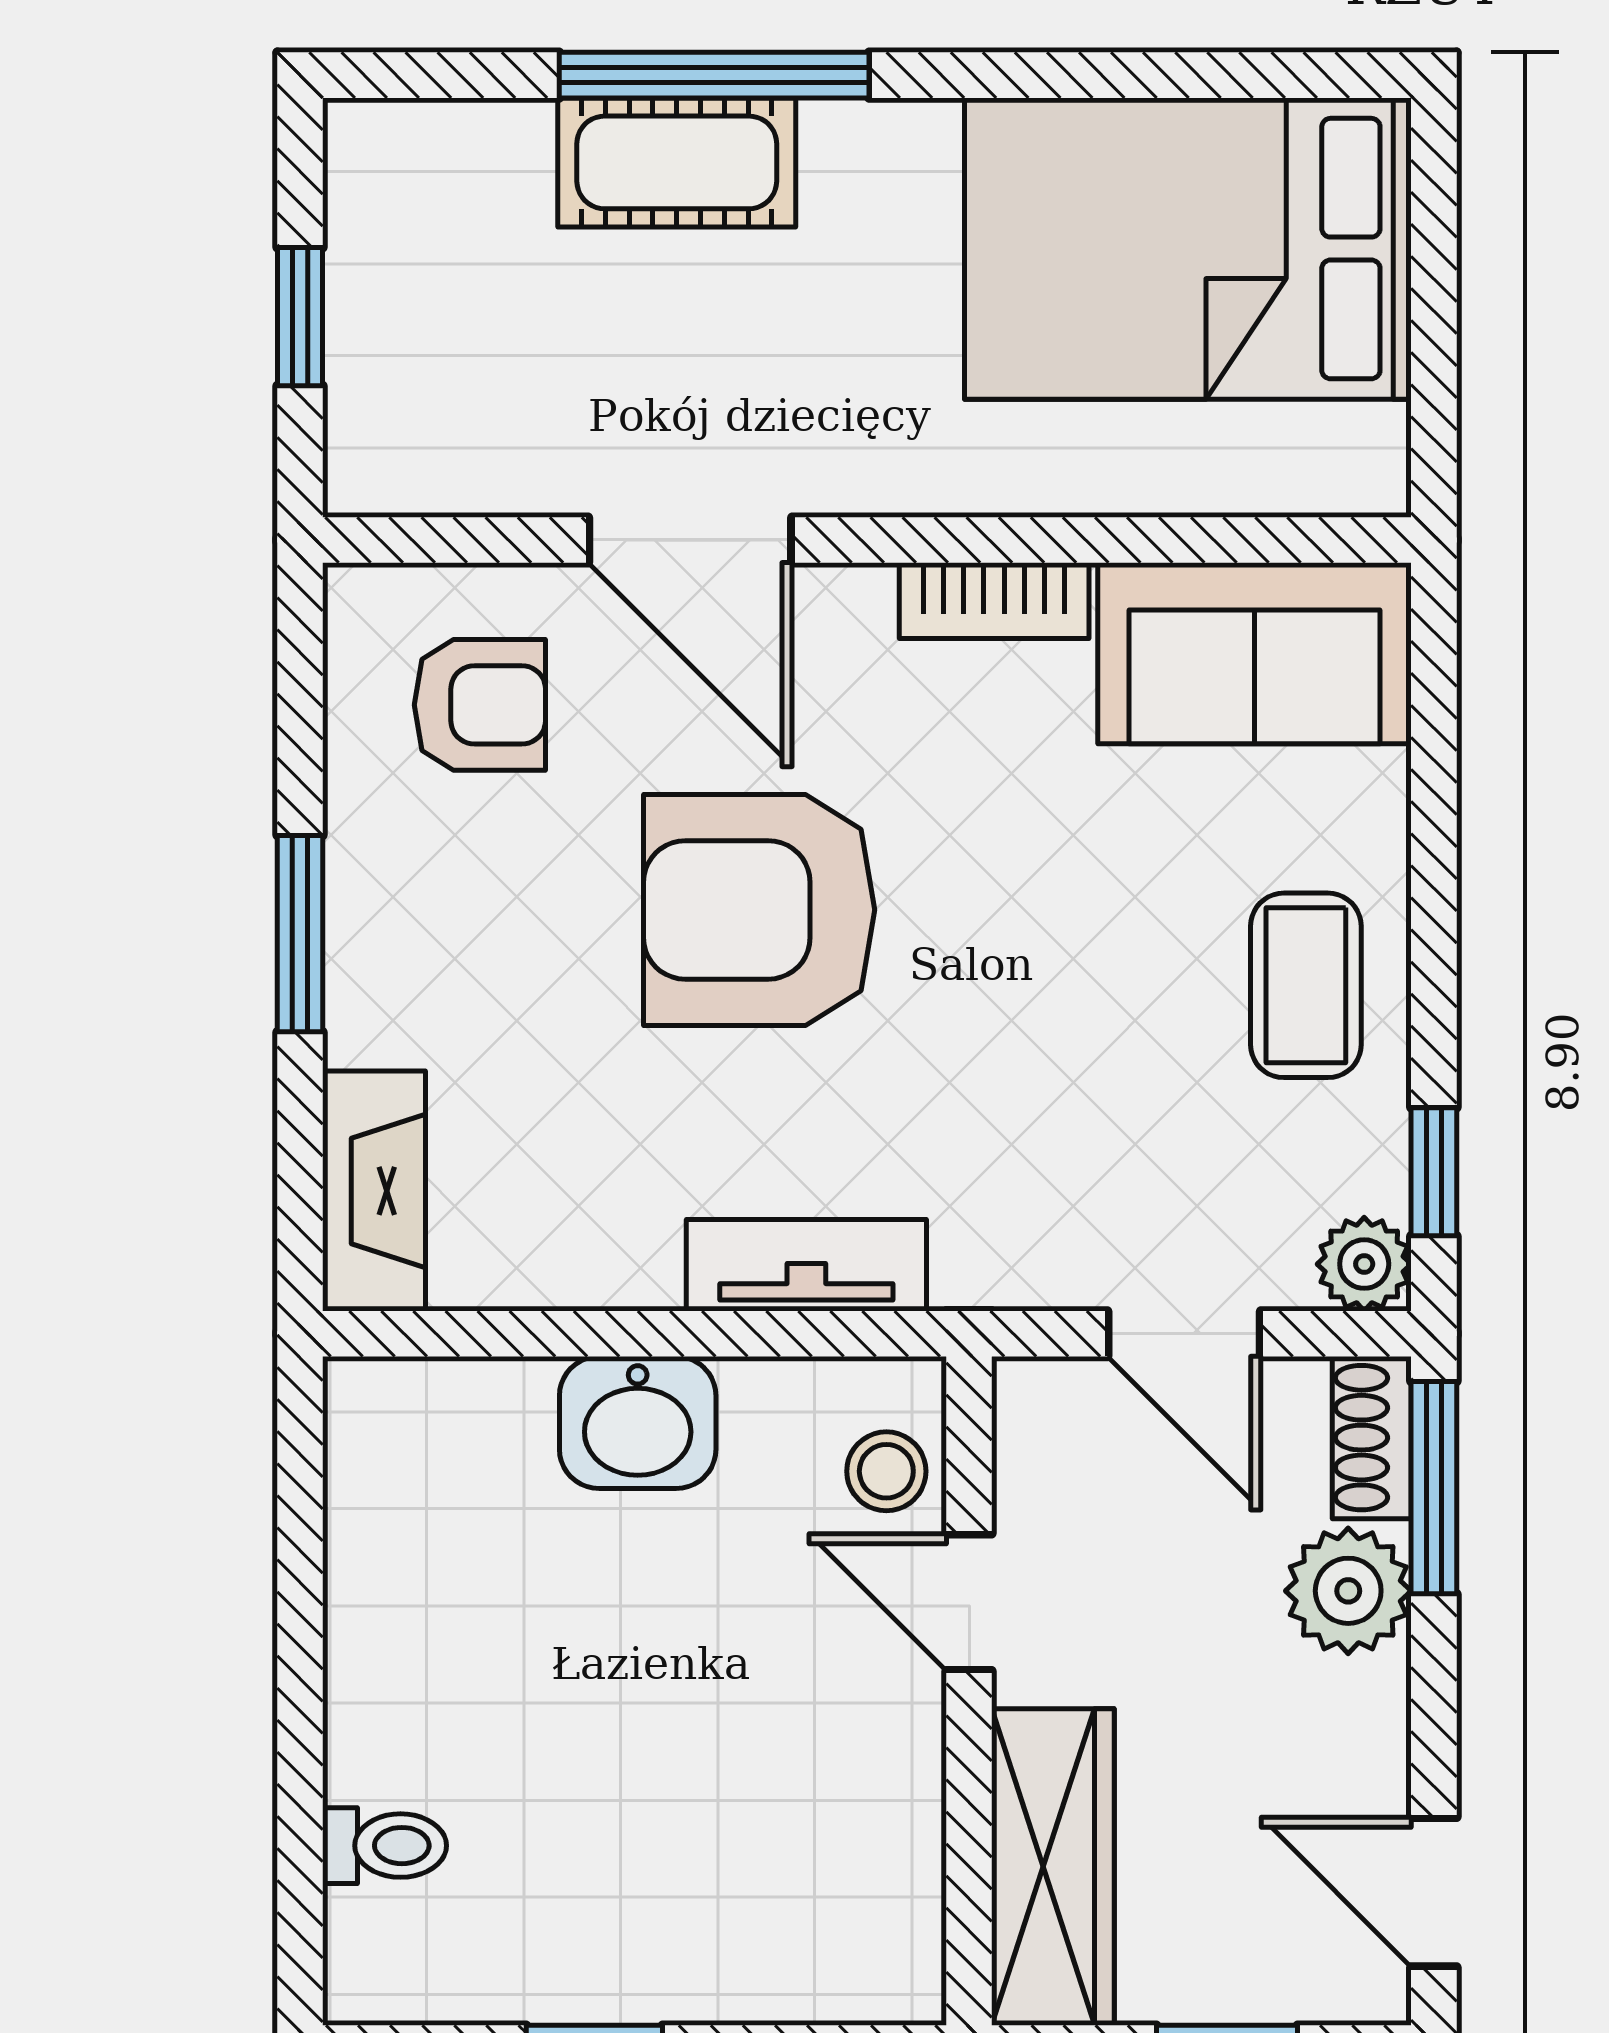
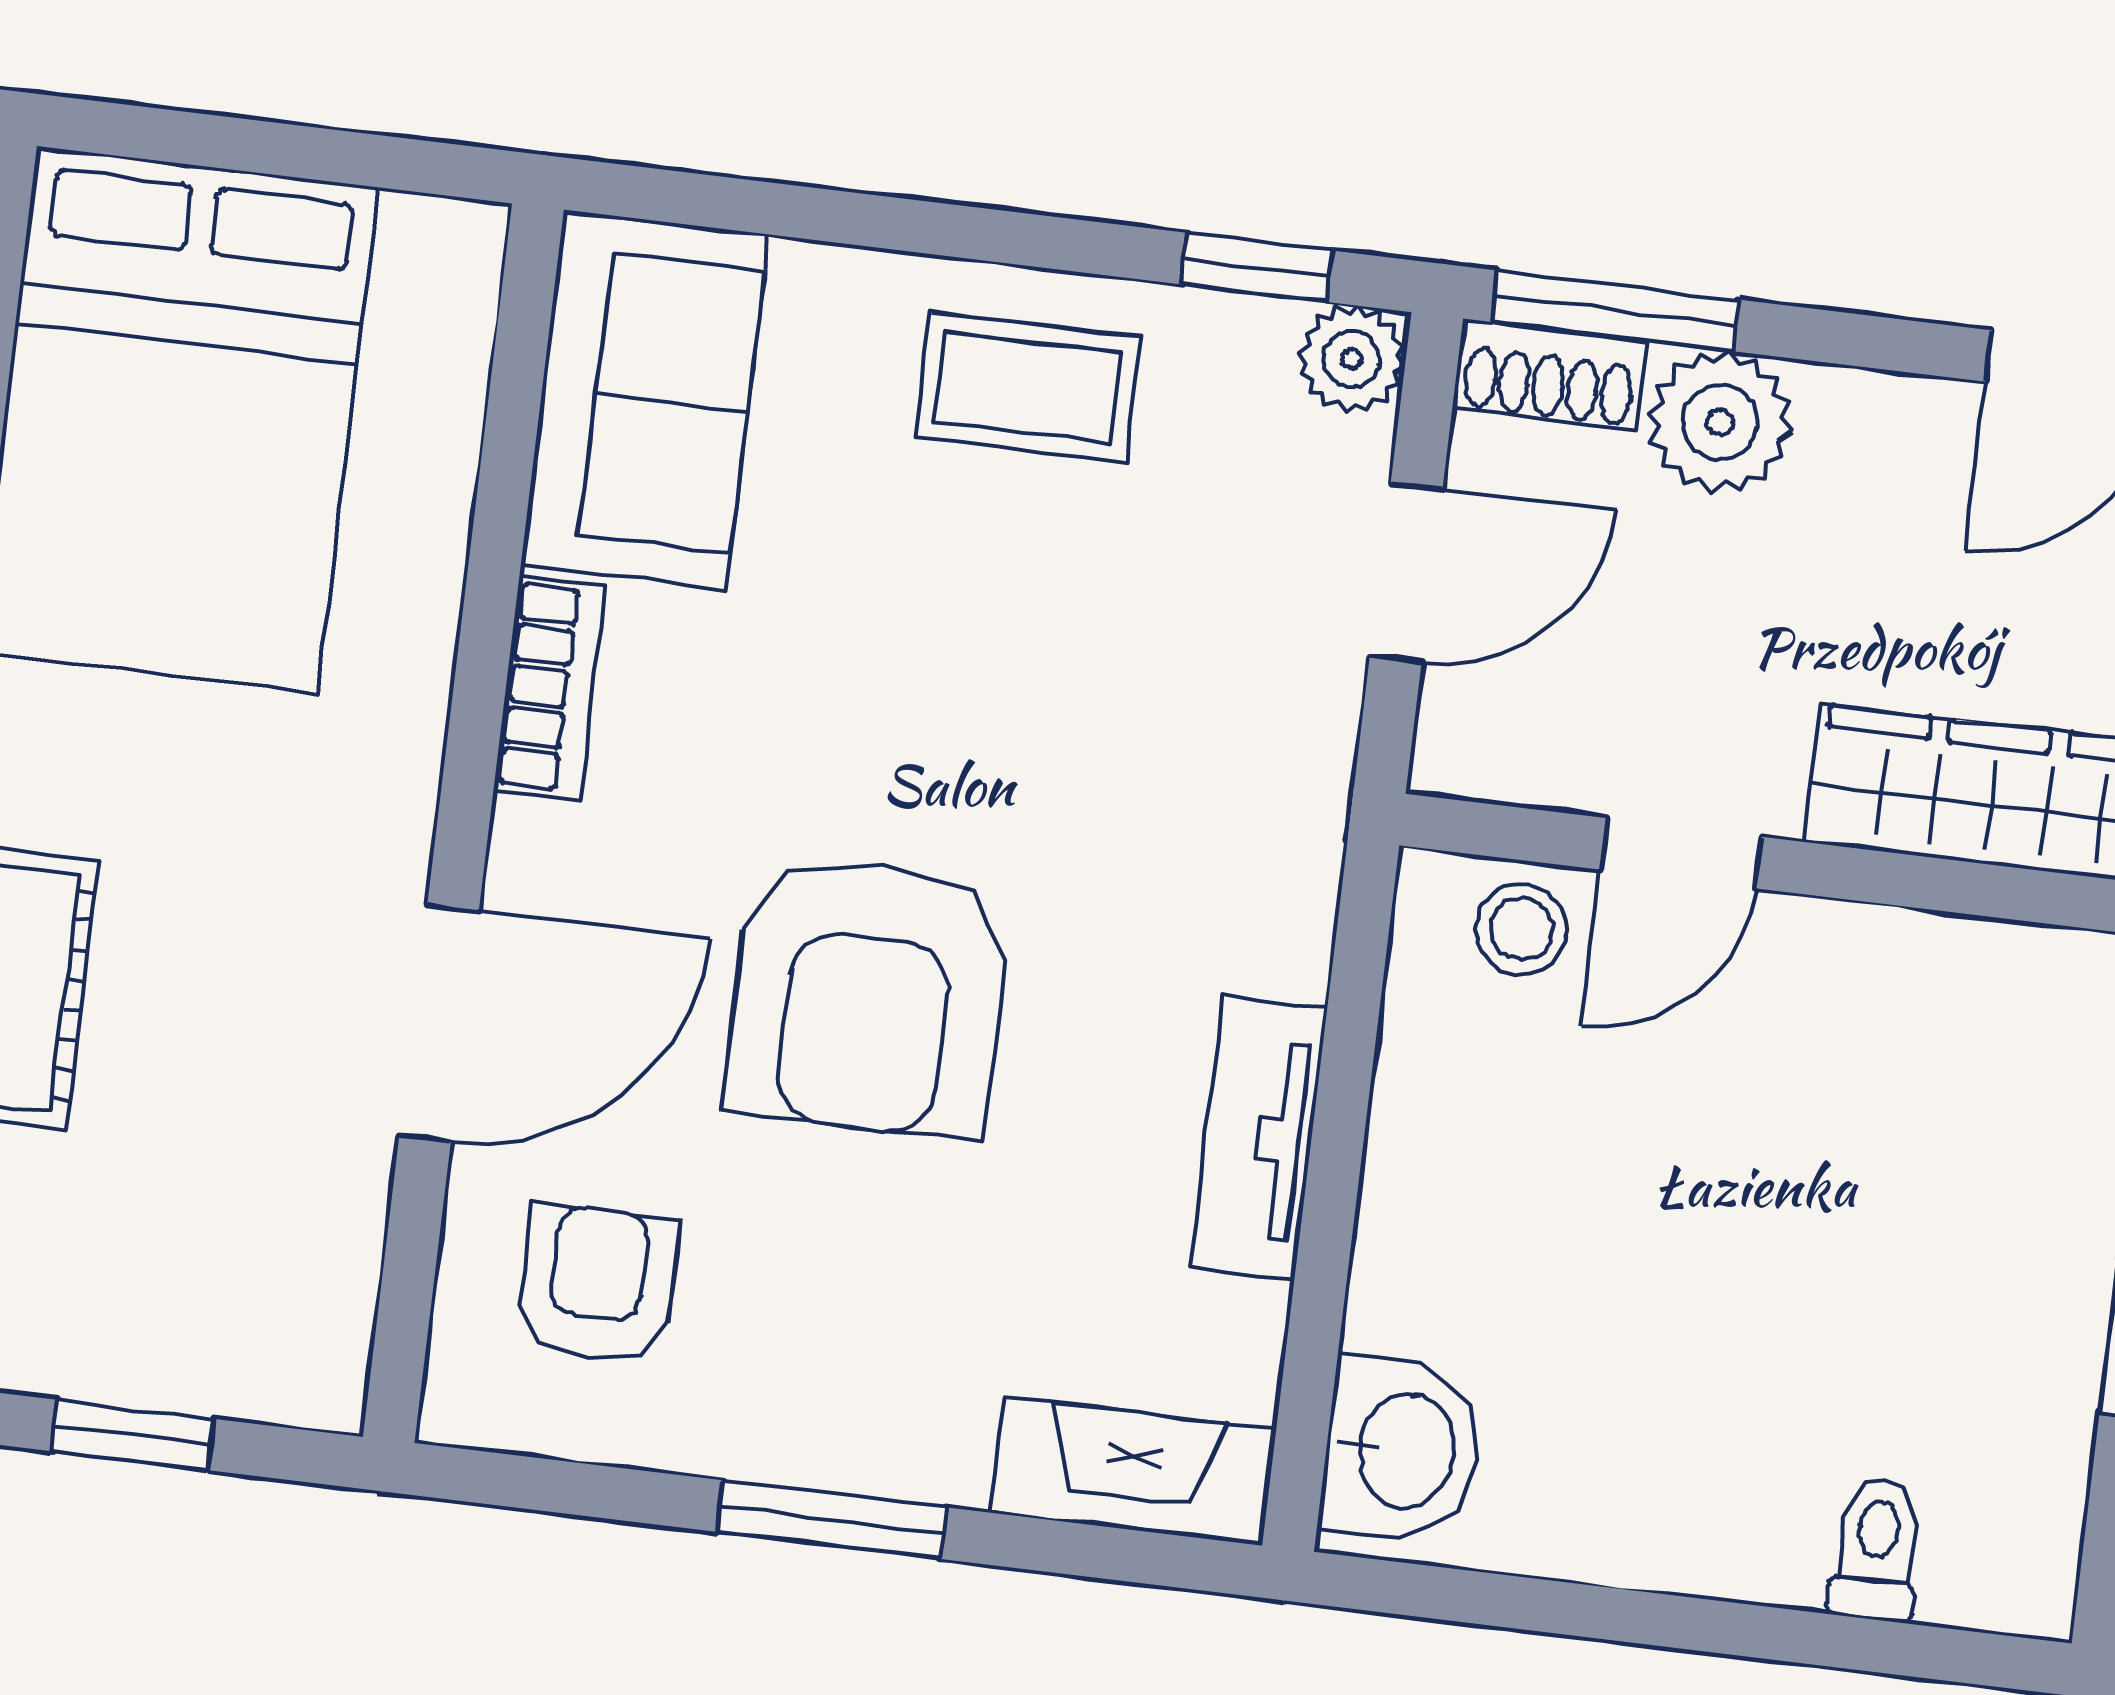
tv unit: (806, 1265) -> (1259, 1138), moved
washbasin: (638, 1423) -> (1402, 1450), moved

